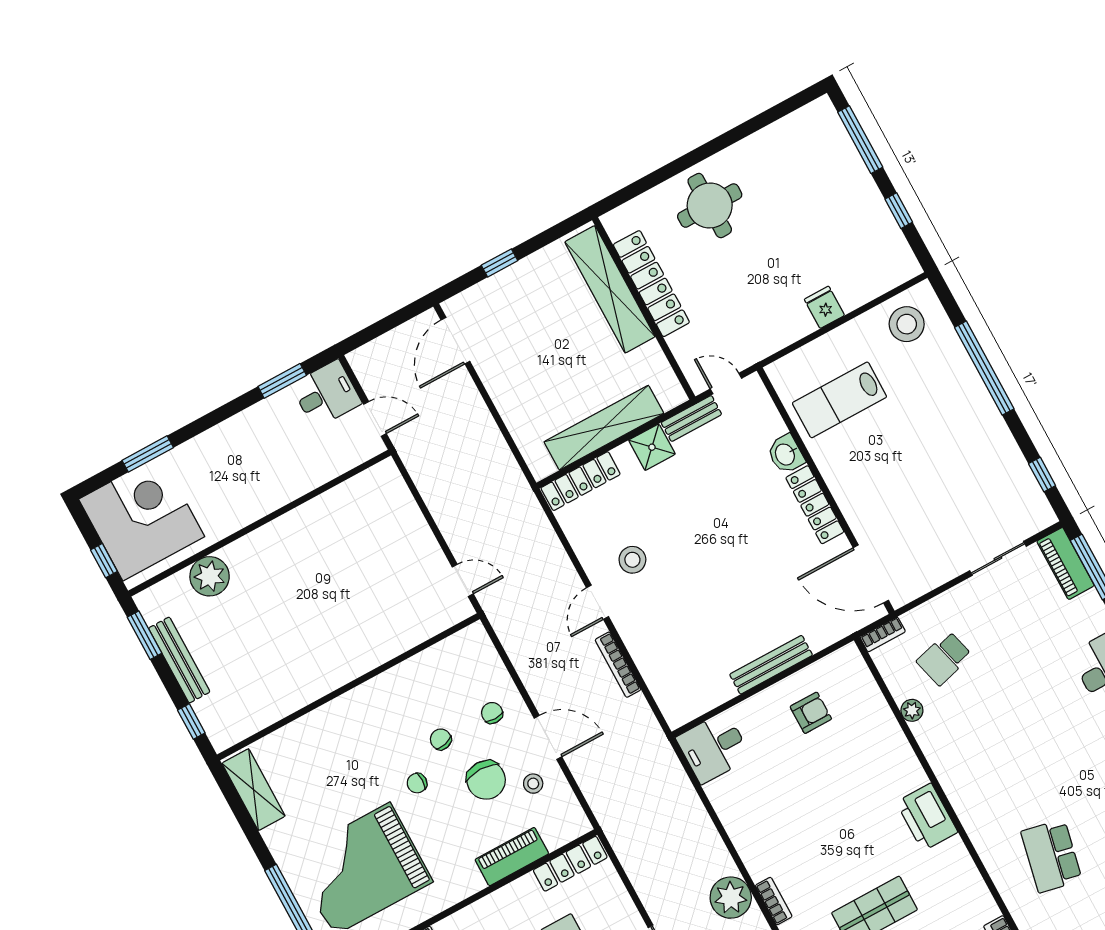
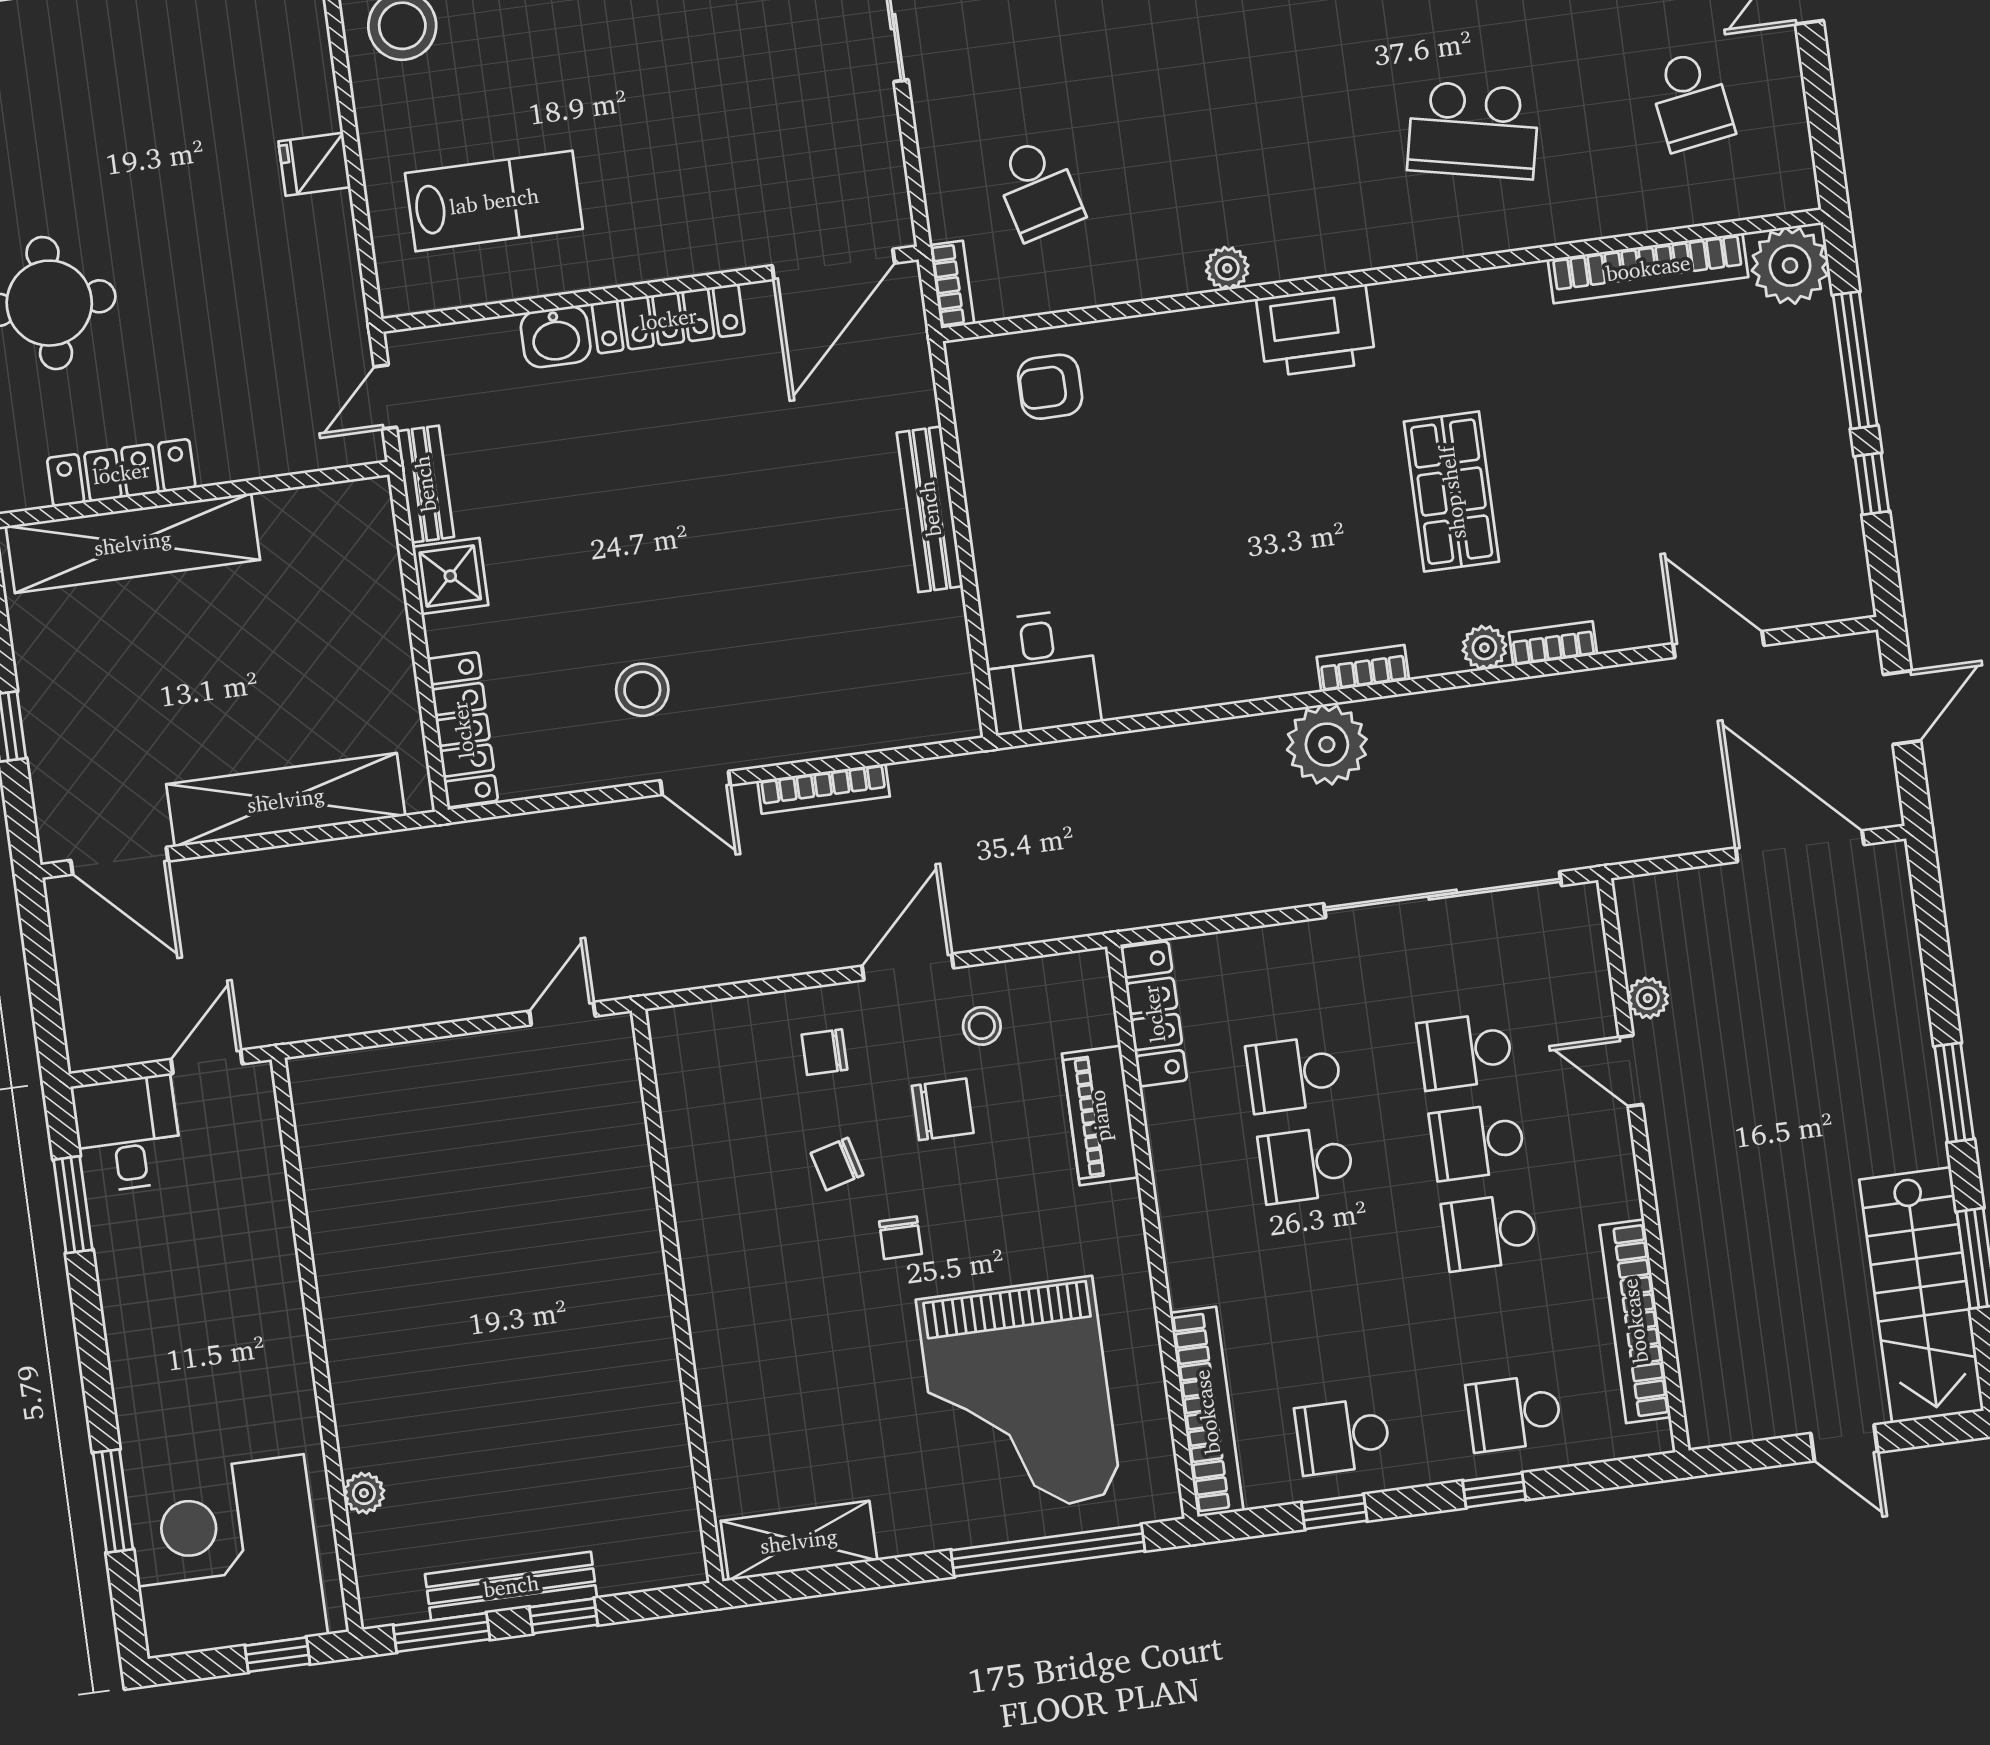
locker: (651, 284) -> (121, 473), width x0.71, depth x0.83
lab bench: (839, 400) -> (494, 201), turned -90
shelving: (604, 428) -> (286, 800), moved, turned 90
plant: (210, 576) -> (364, 1493), width x0.53, depth x0.53
plant: (912, 710) -> (1227, 268), moved
armchair: (811, 713) -> (1050, 387), moved, turned -90
window: (191, 722) -> (564, 1616), moved
chair: (486, 780) -> (943, 1109), width x0.73, depth x0.73

